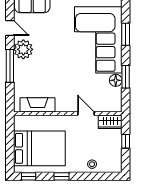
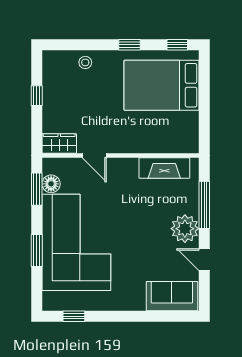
fireplace: (37, 105) -> (164, 168), moved
wall: (68, 113) -> (120, 155), moved
door: (86, 113) -> (94, 155), moved
wardrobe: (110, 122) -> (59, 143), moved

